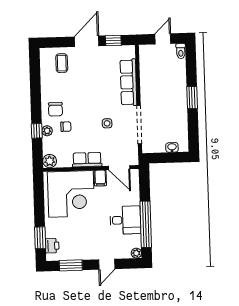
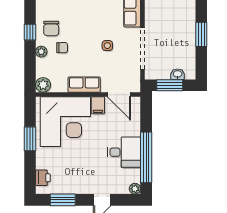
window: (192, 98) -> (201, 34), moved
window: (37, 131) -> (30, 32), moved
window: (165, 158) -> (170, 85), added
window: (40, 238) -> (30, 139), moved

